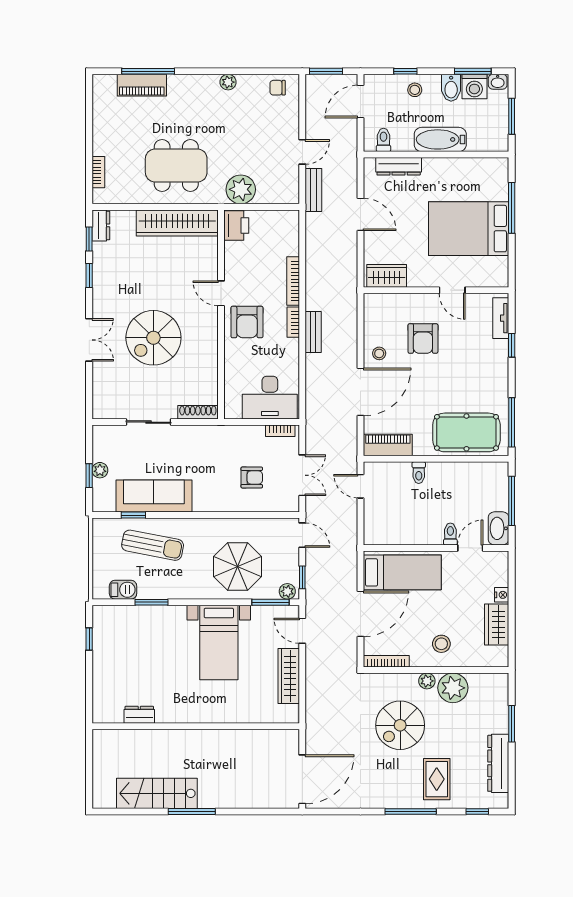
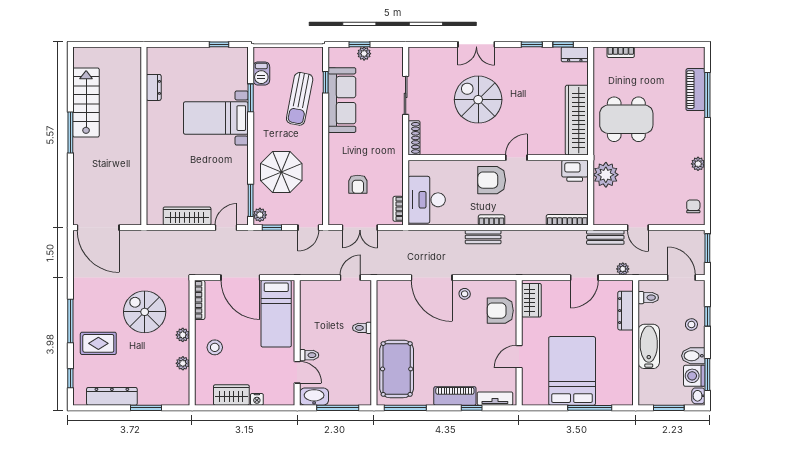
dining table: (176, 166) -> (626, 119), turned 90
plant: (350, 170) -> (623, 269), added
bookcase: (293, 281) -> (567, 220), moved
armchair: (423, 338) -> (500, 311), moved
piano: (388, 445) -> (455, 396), moved, turned -90
bed with nightstands: (219, 643) -> (216, 118), moved
plant: (453, 688) -> (183, 363), width x0.53, depth x0.53

